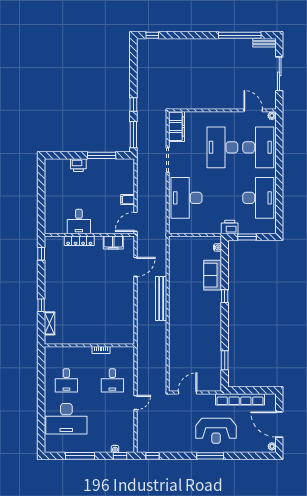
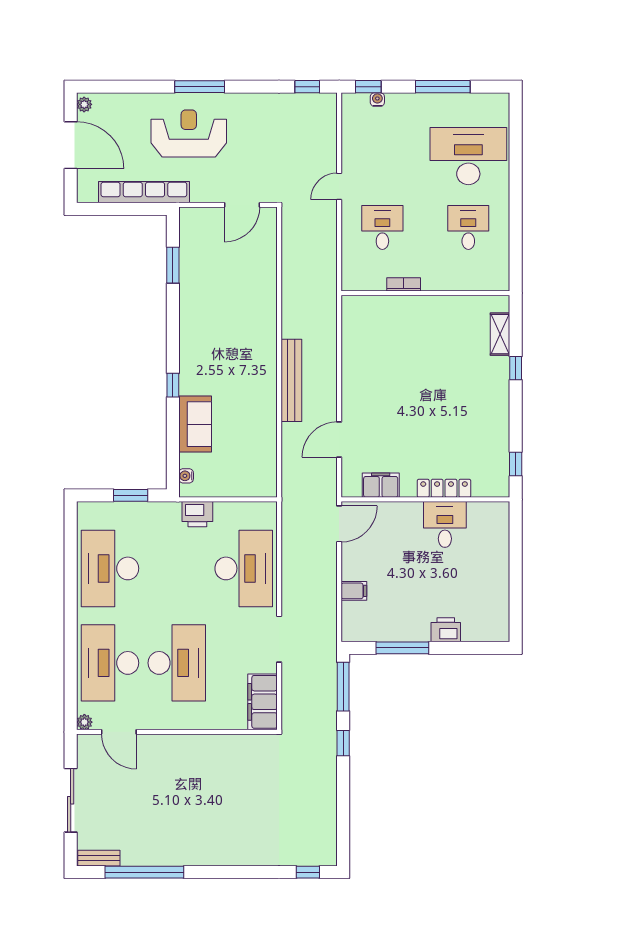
filing cabinet: (128, 200) -> (354, 591), moved
printer: (230, 227) -> (197, 514), moved

